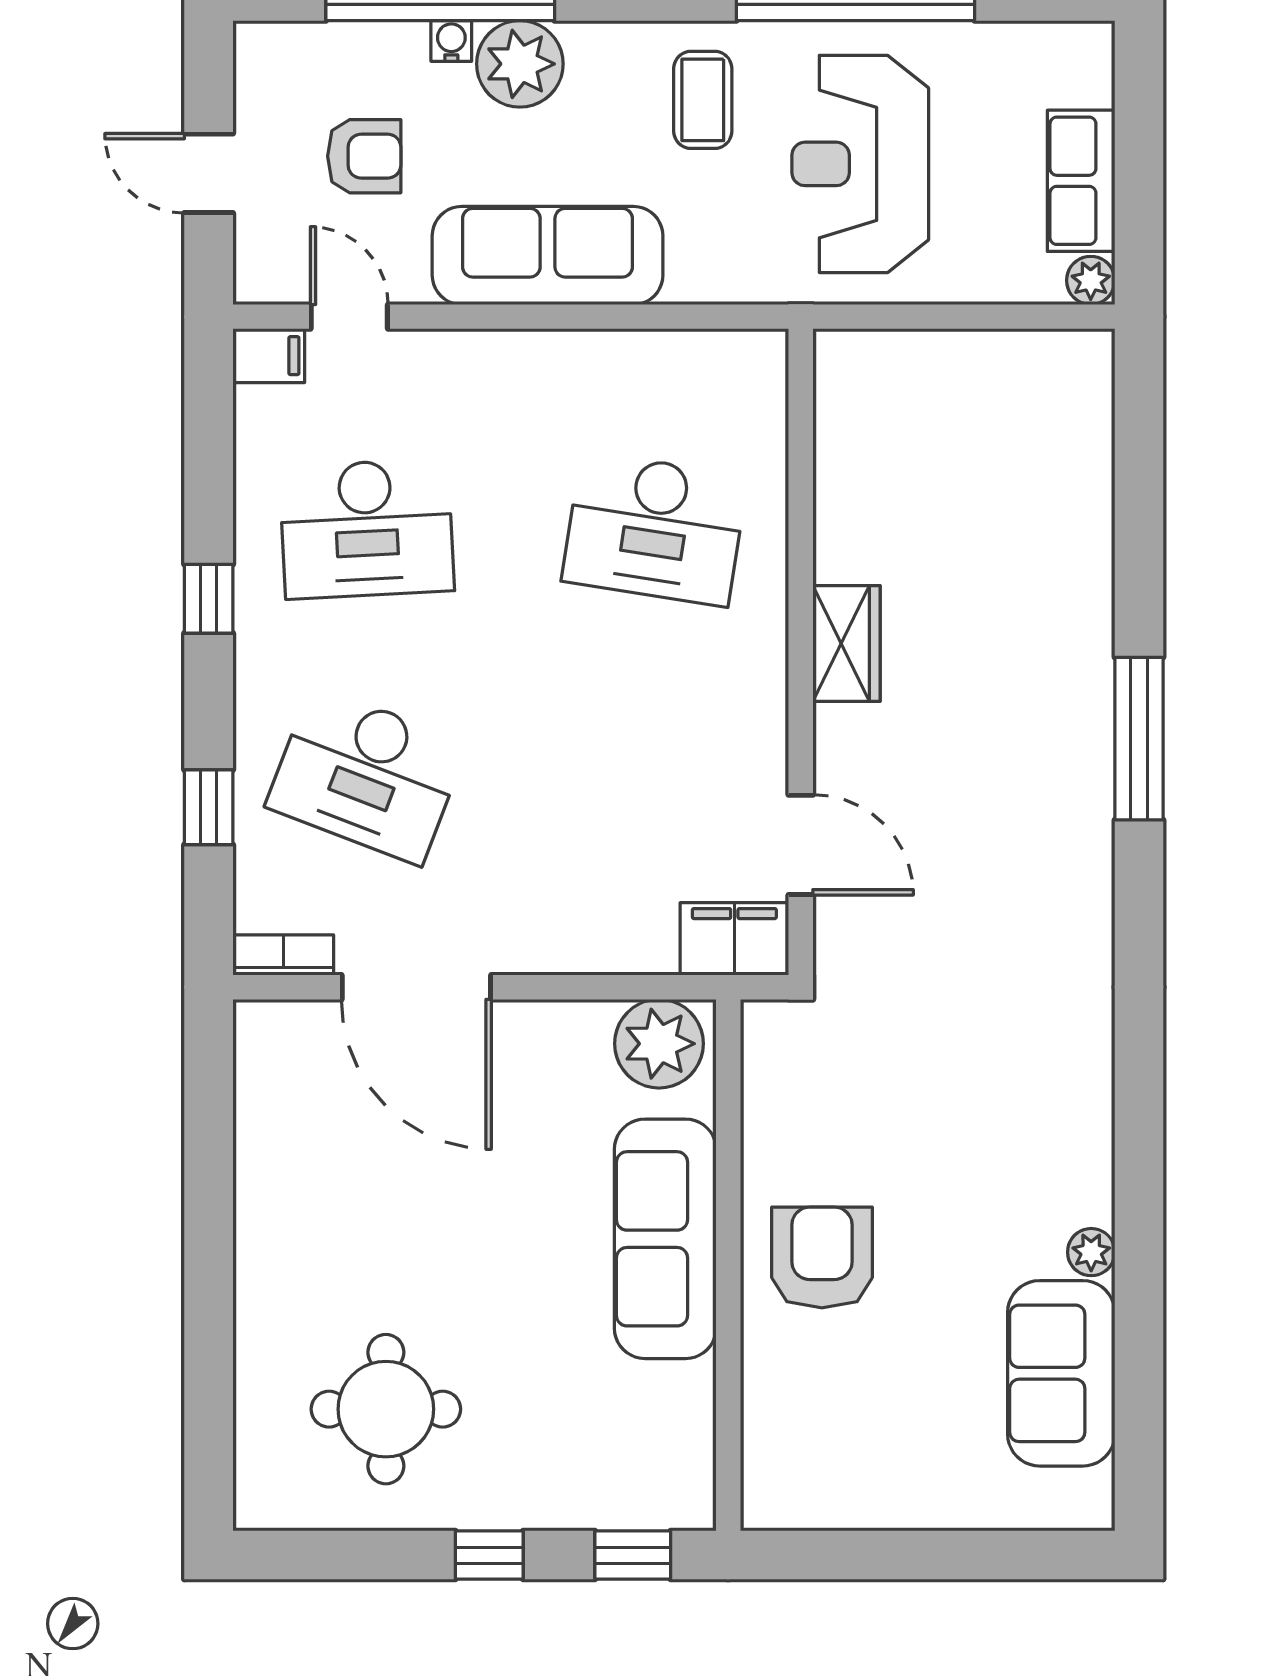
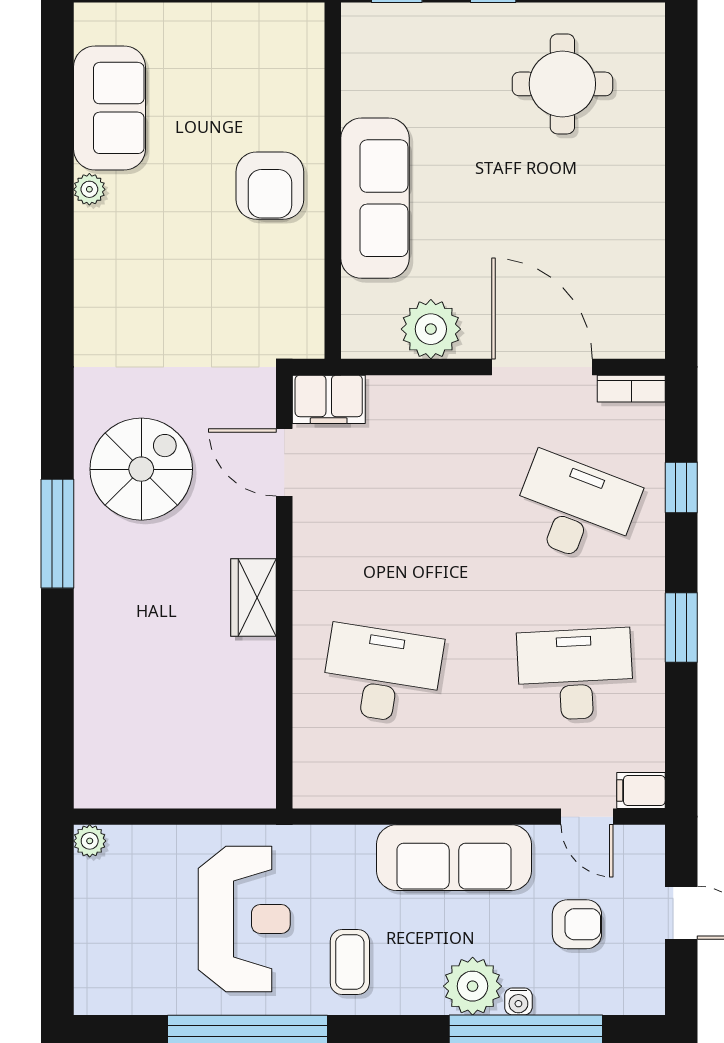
armchair: (364, 156) -> (577, 924), turned 180
row of seats: (1081, 181) -> (96, 908), removed
window: (209, 599) -> (681, 627), width x1.50
spiral stairs: (1014, 835) -> (141, 469), added
plant: (659, 1044) -> (431, 329), moved

